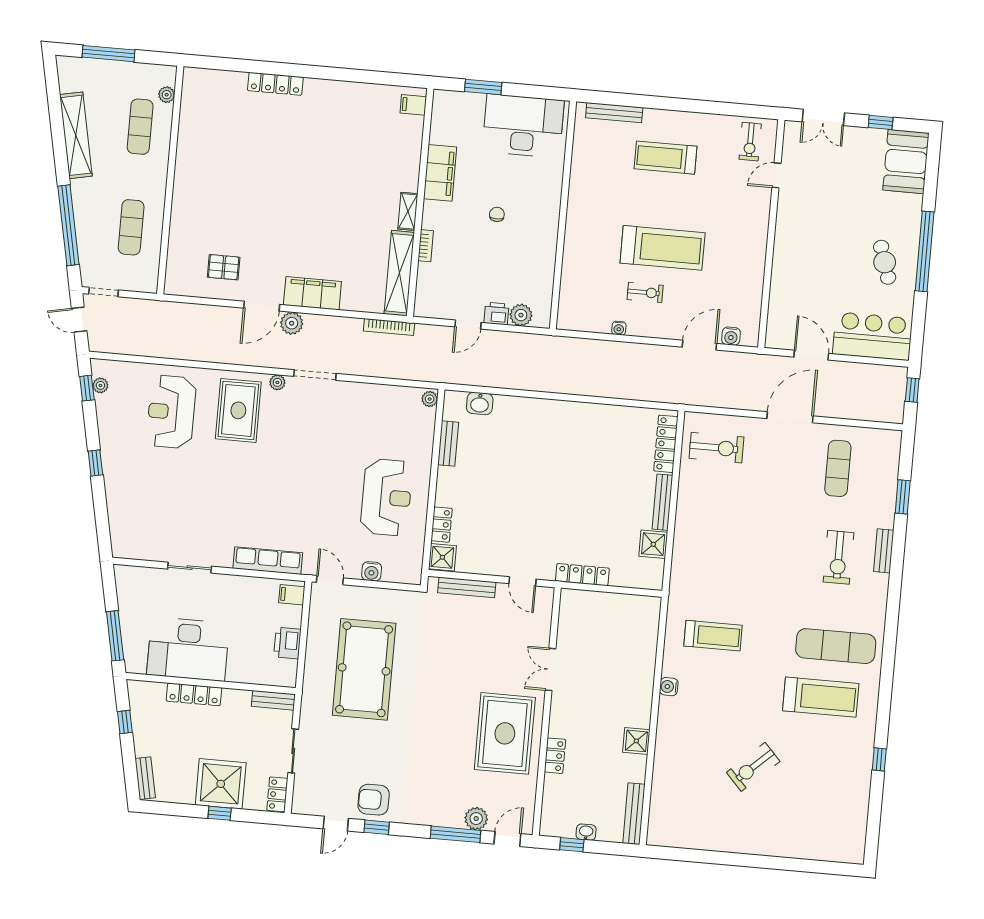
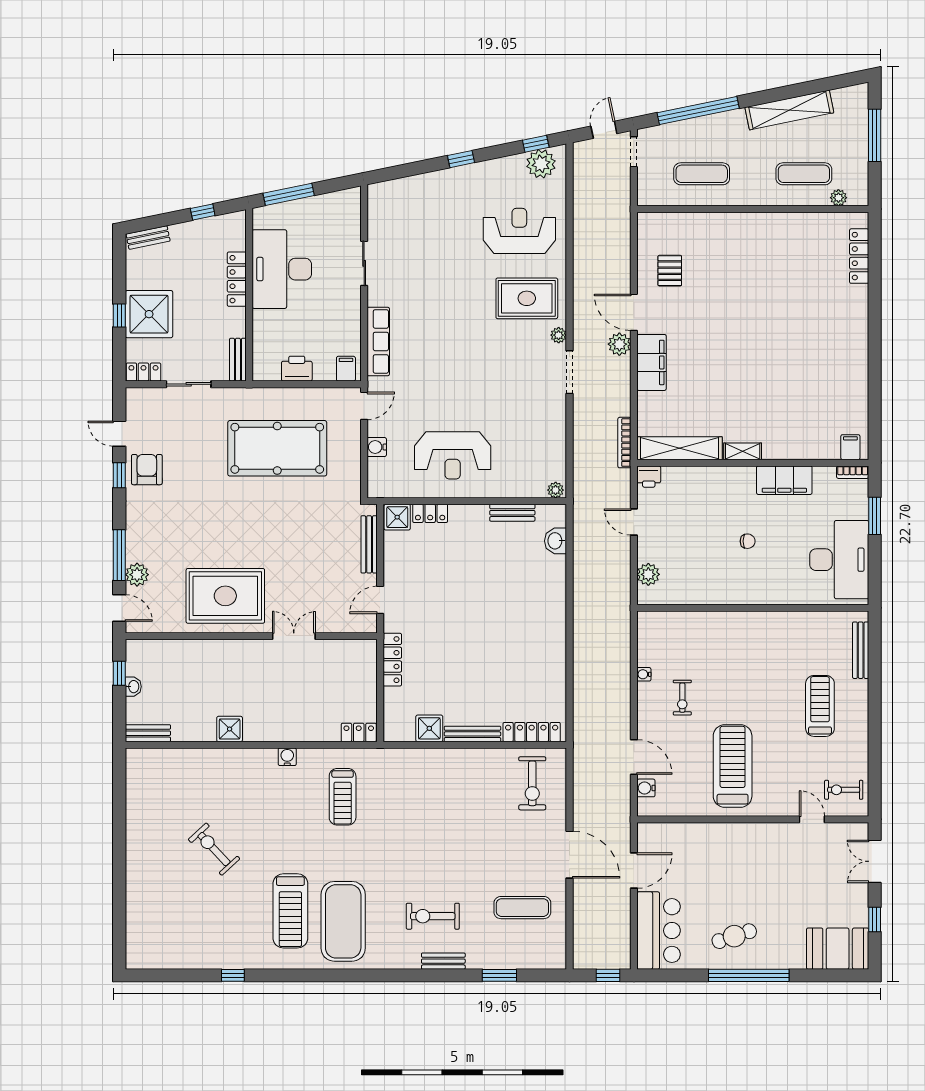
locker: (275, 84) -> (859, 256), moved
bookcase: (426, 246) -> (853, 472), moved
treadmill: (663, 248) -> (733, 766), moved, turned 180
printer: (497, 313) -> (649, 477), moved, turned 90
plant: (100, 385) -> (541, 164), width x1.87, depth x1.87
exercise mat: (836, 646) -> (343, 921), width x1.47
locker: (555, 756) -> (359, 732), moved, turned 180
bench: (634, 814) -> (148, 733), width x0.73

